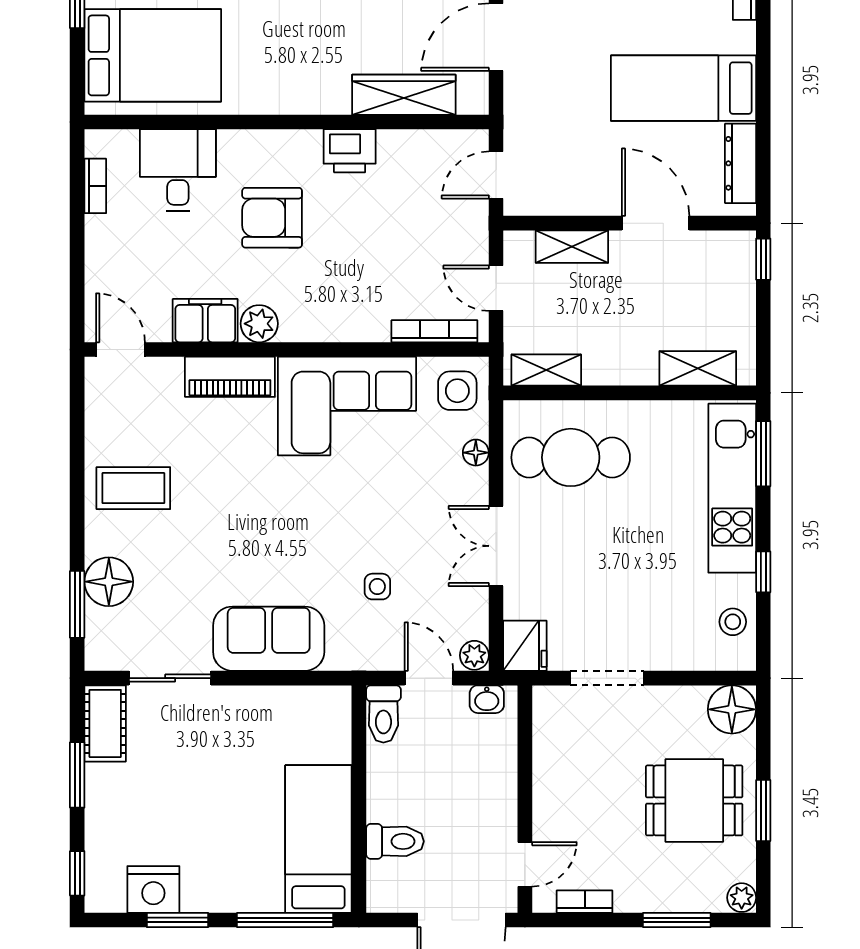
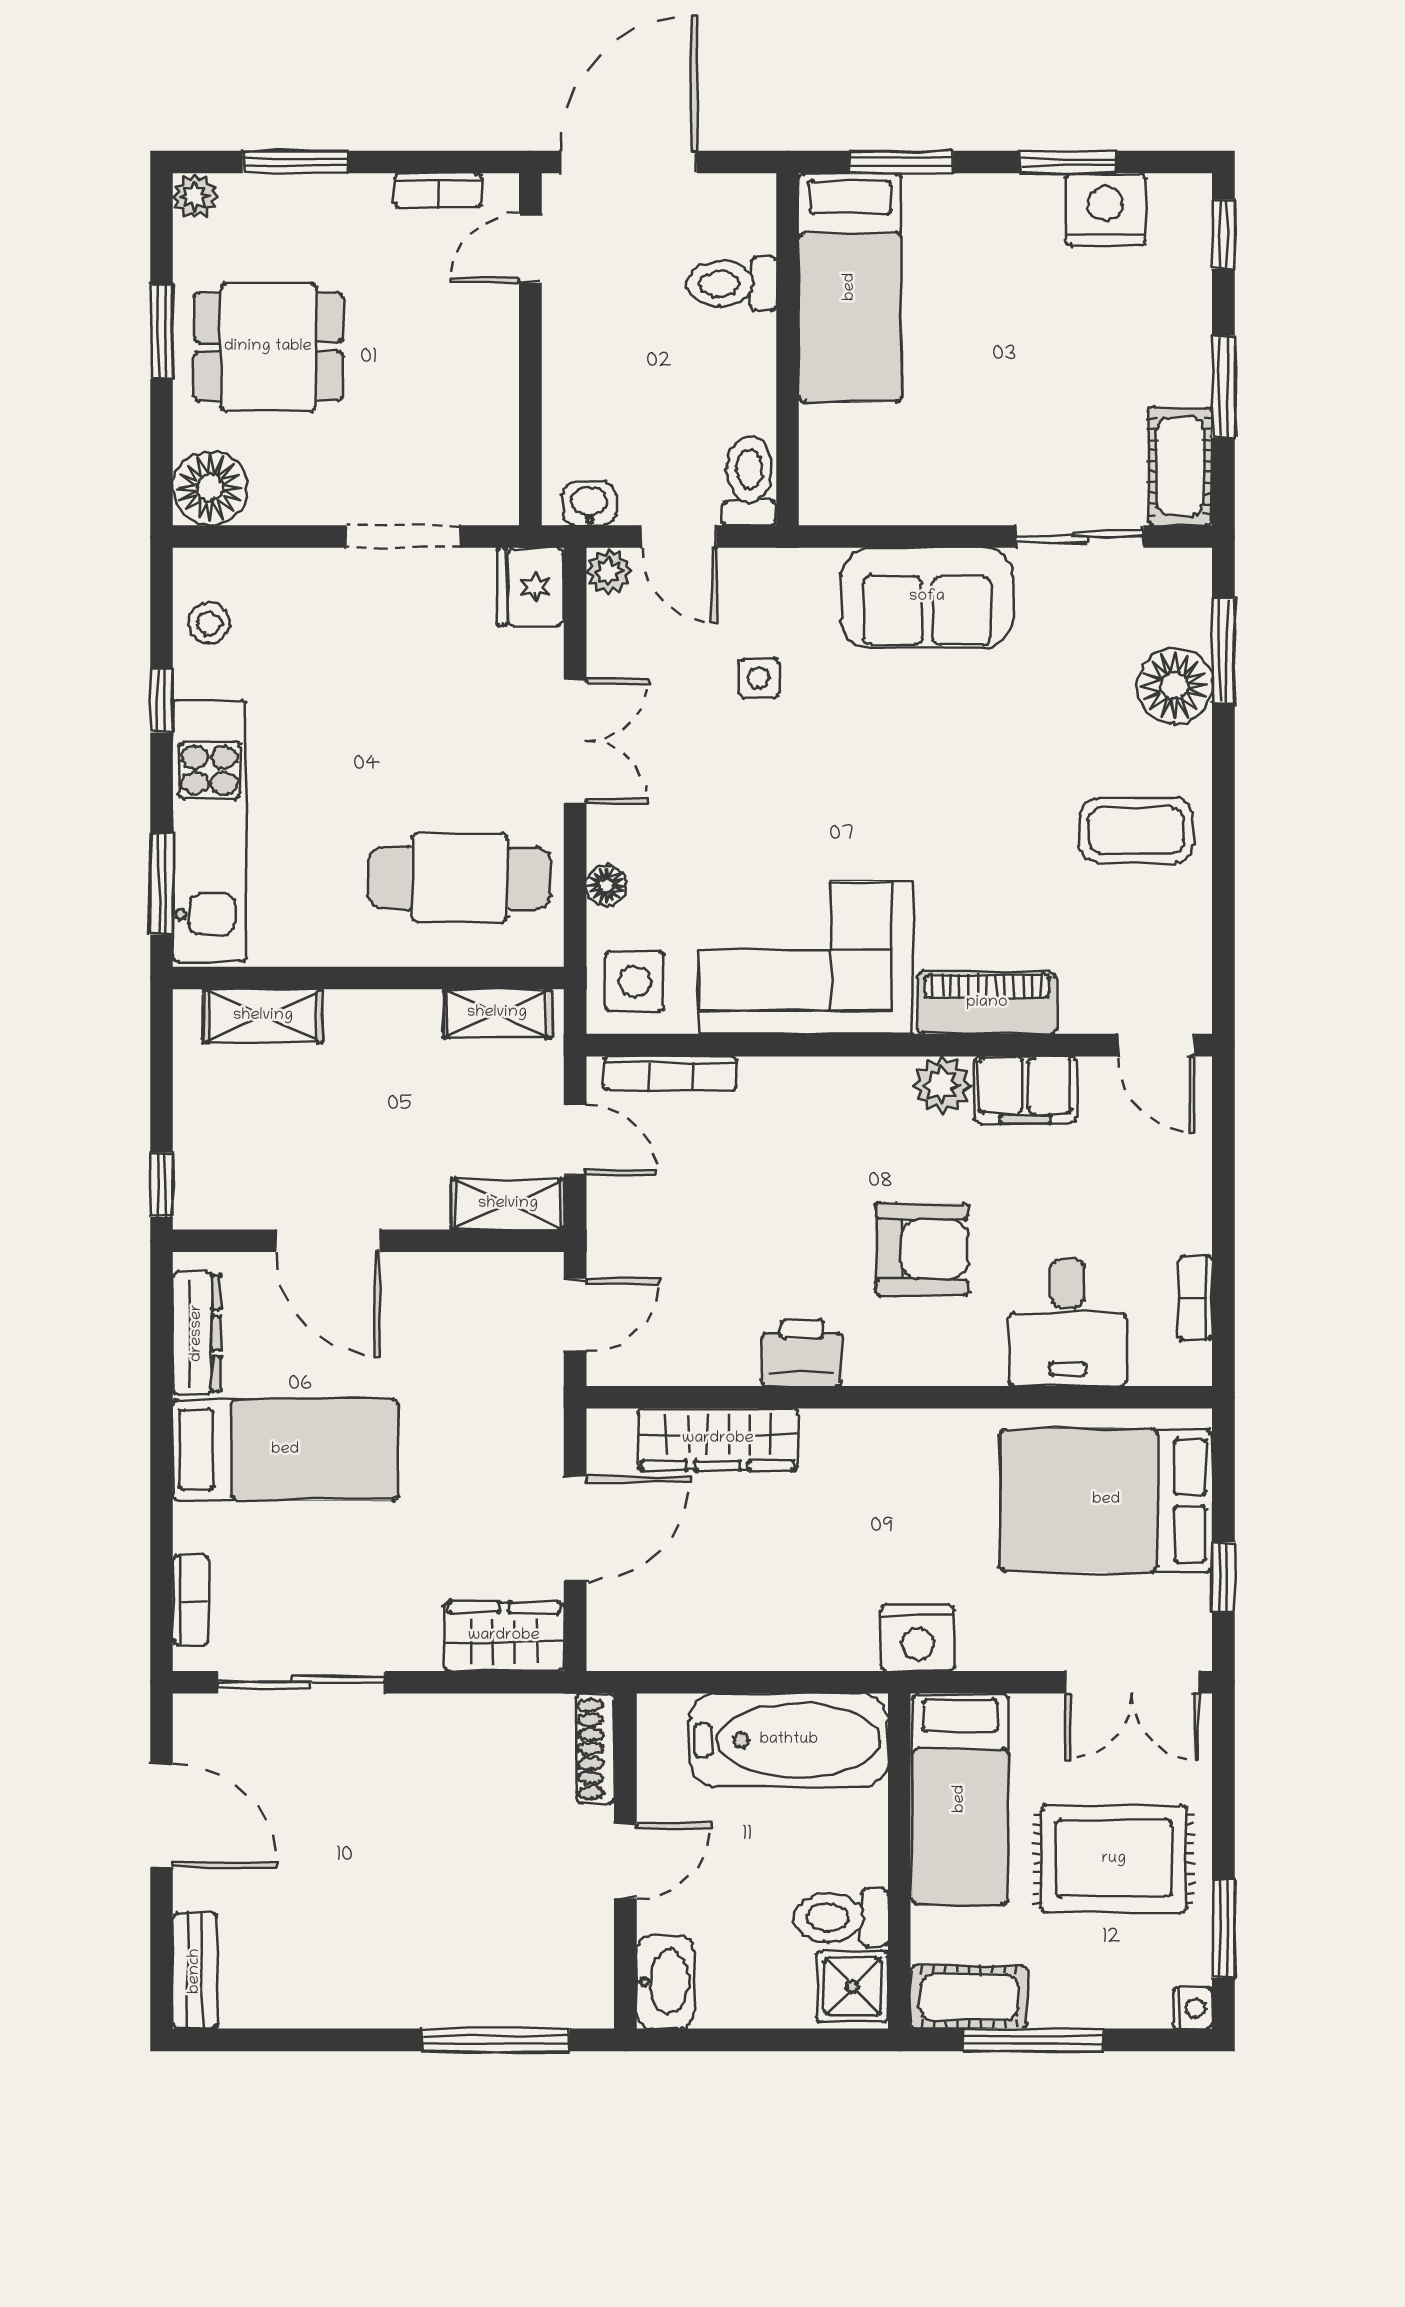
shelving: (572, 247) -> (508, 1204), moved
window: (285, 920) -> (902, 162), width x0.69

